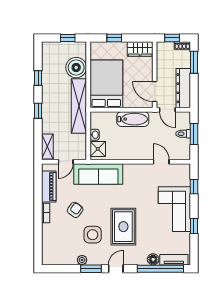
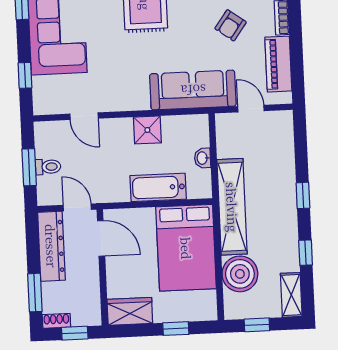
bathtub: (133, 119) -> (158, 187), moved
shelving: (47, 147) -> (291, 295), moved
shower: (98, 149) -> (147, 130), moved
door: (66, 162) -> (251, 109), hinge flipped

